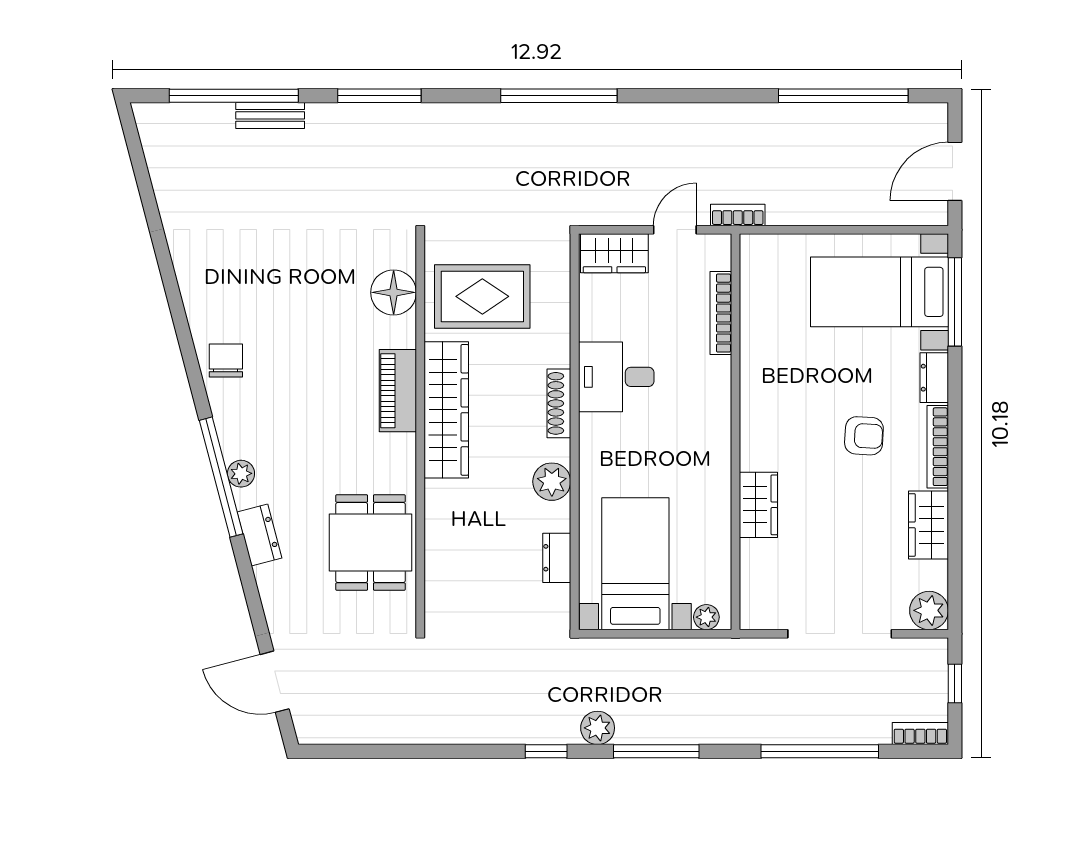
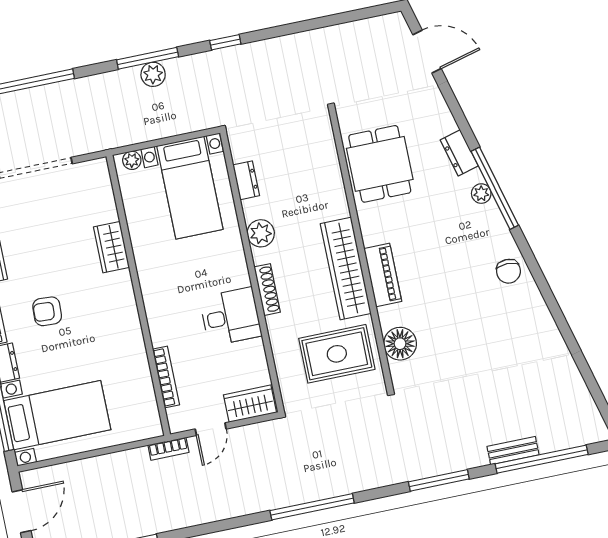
plant: (598, 728) -> (153, 74), moved

